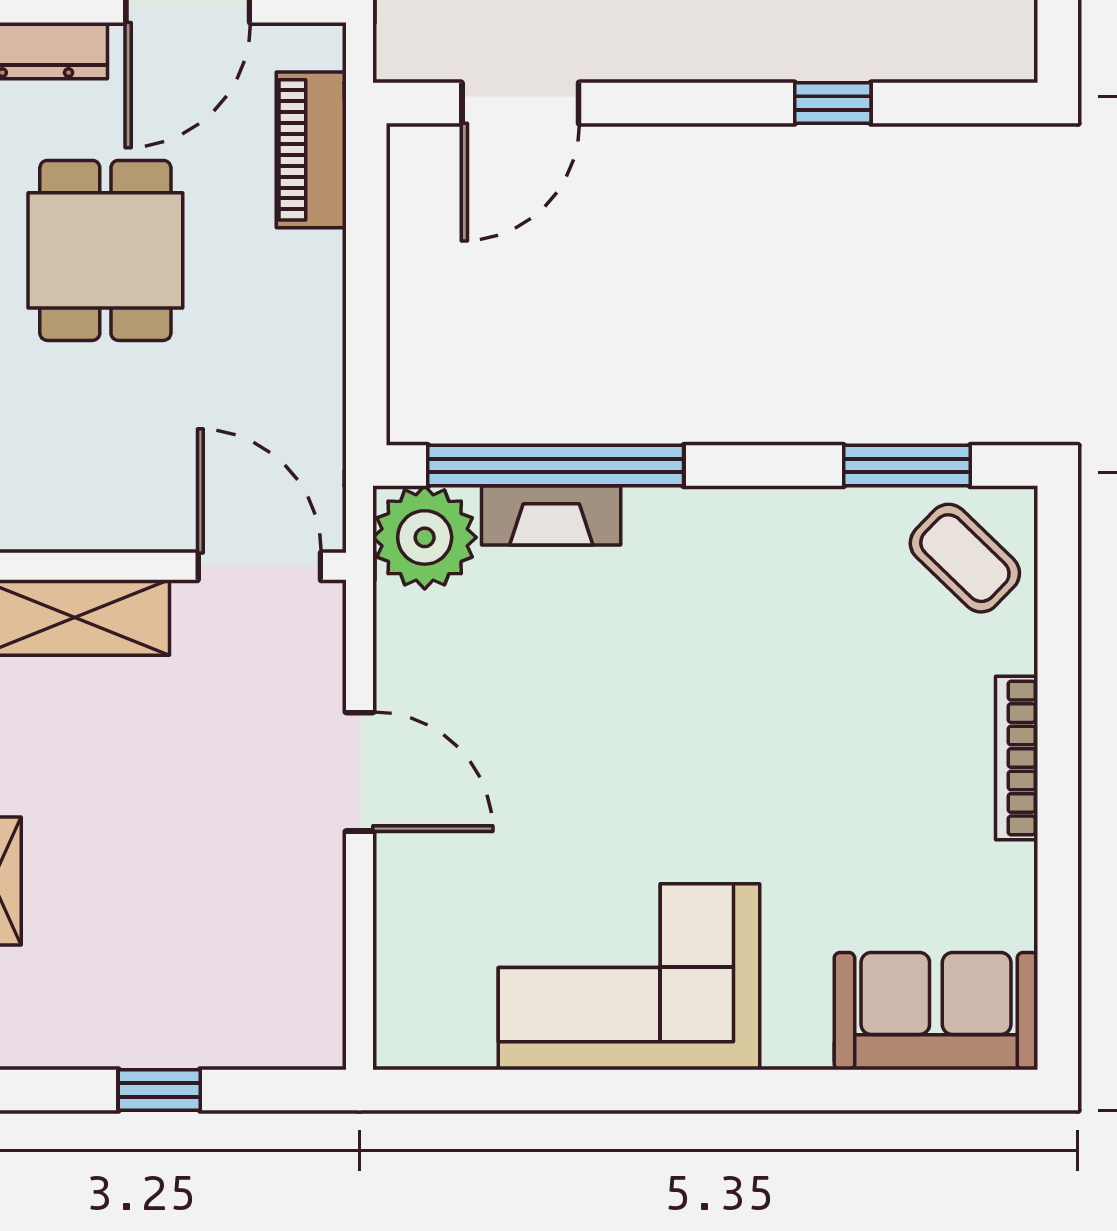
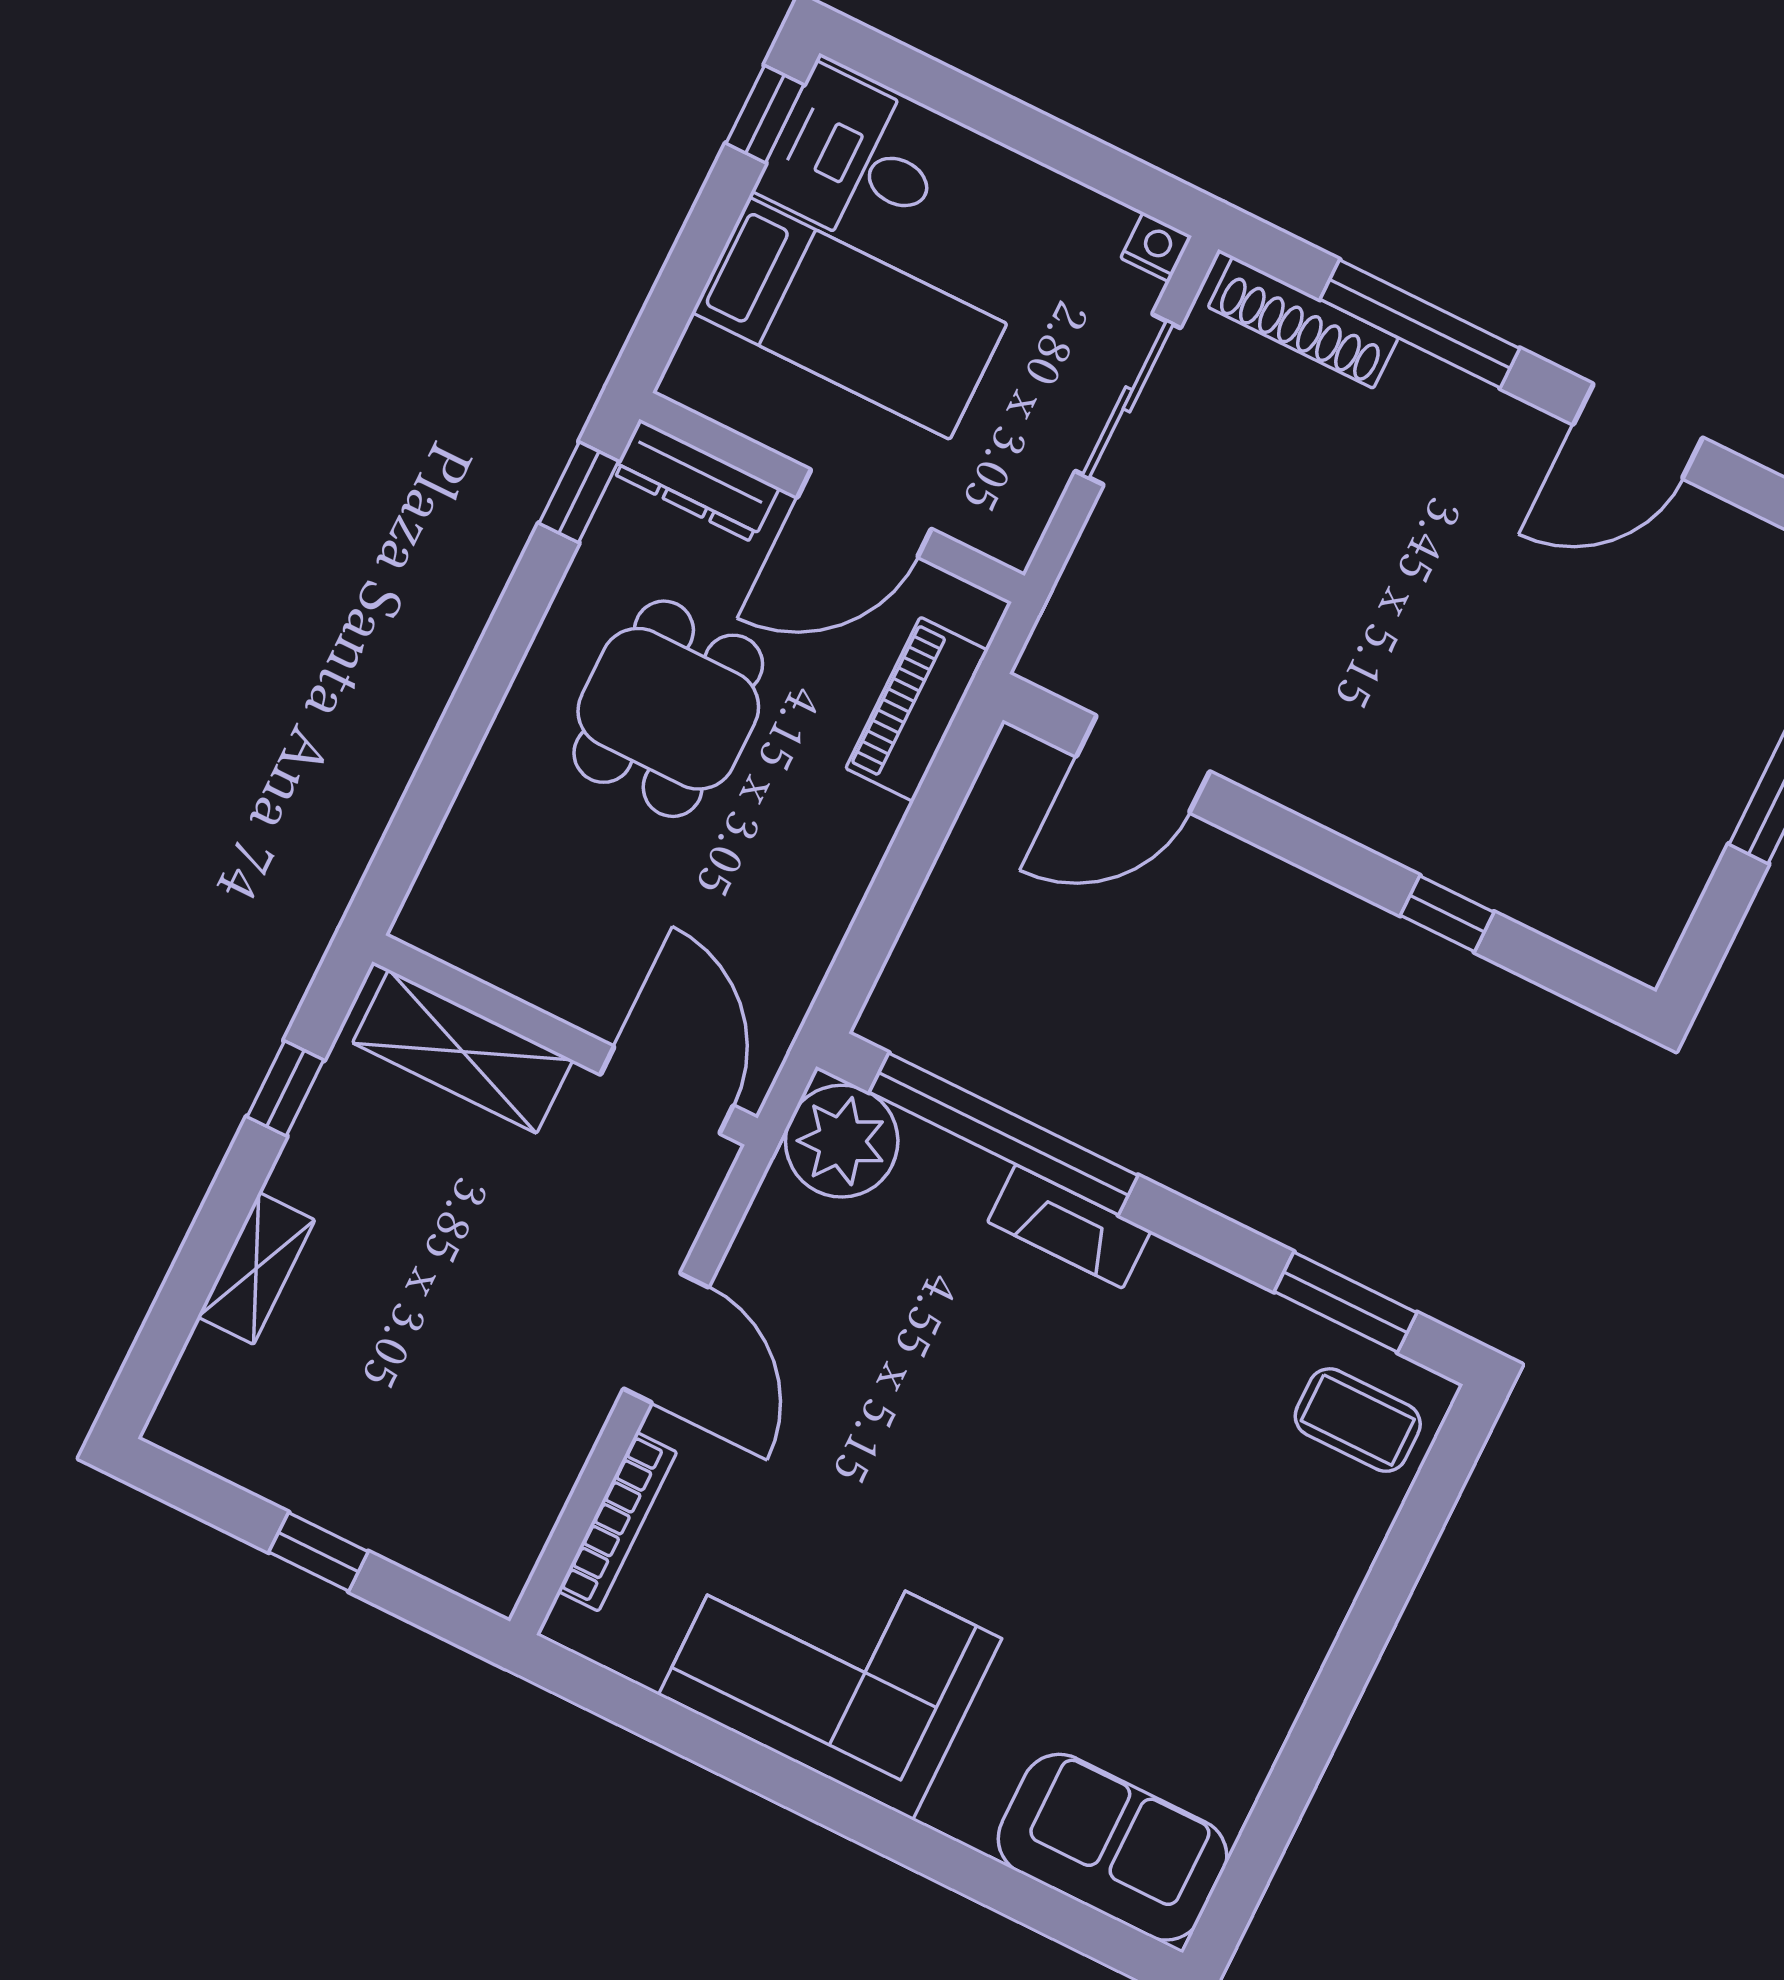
fireplace: (551, 515) -> (1069, 1226), moved
coffee table: (965, 558) -> (1358, 1420), turned -44
bookcase: (1017, 758) -> (617, 1522), moved, turned 180

